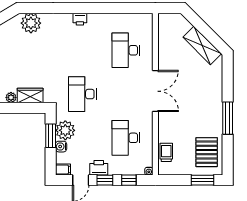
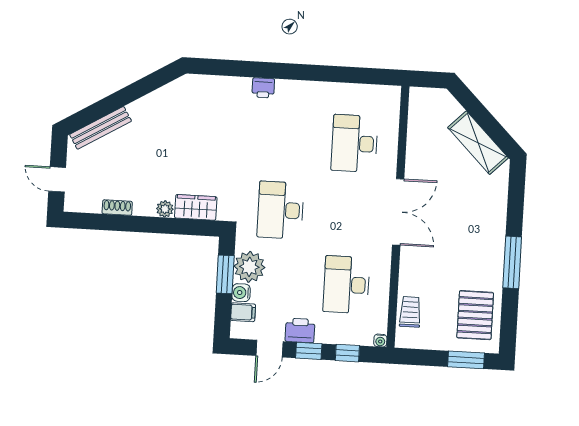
printer: (80, 19) -> (263, 88), moved
plant: (31, 23) -> (204, 91), removed
filing cabinet: (63, 170) -> (243, 312), moved

